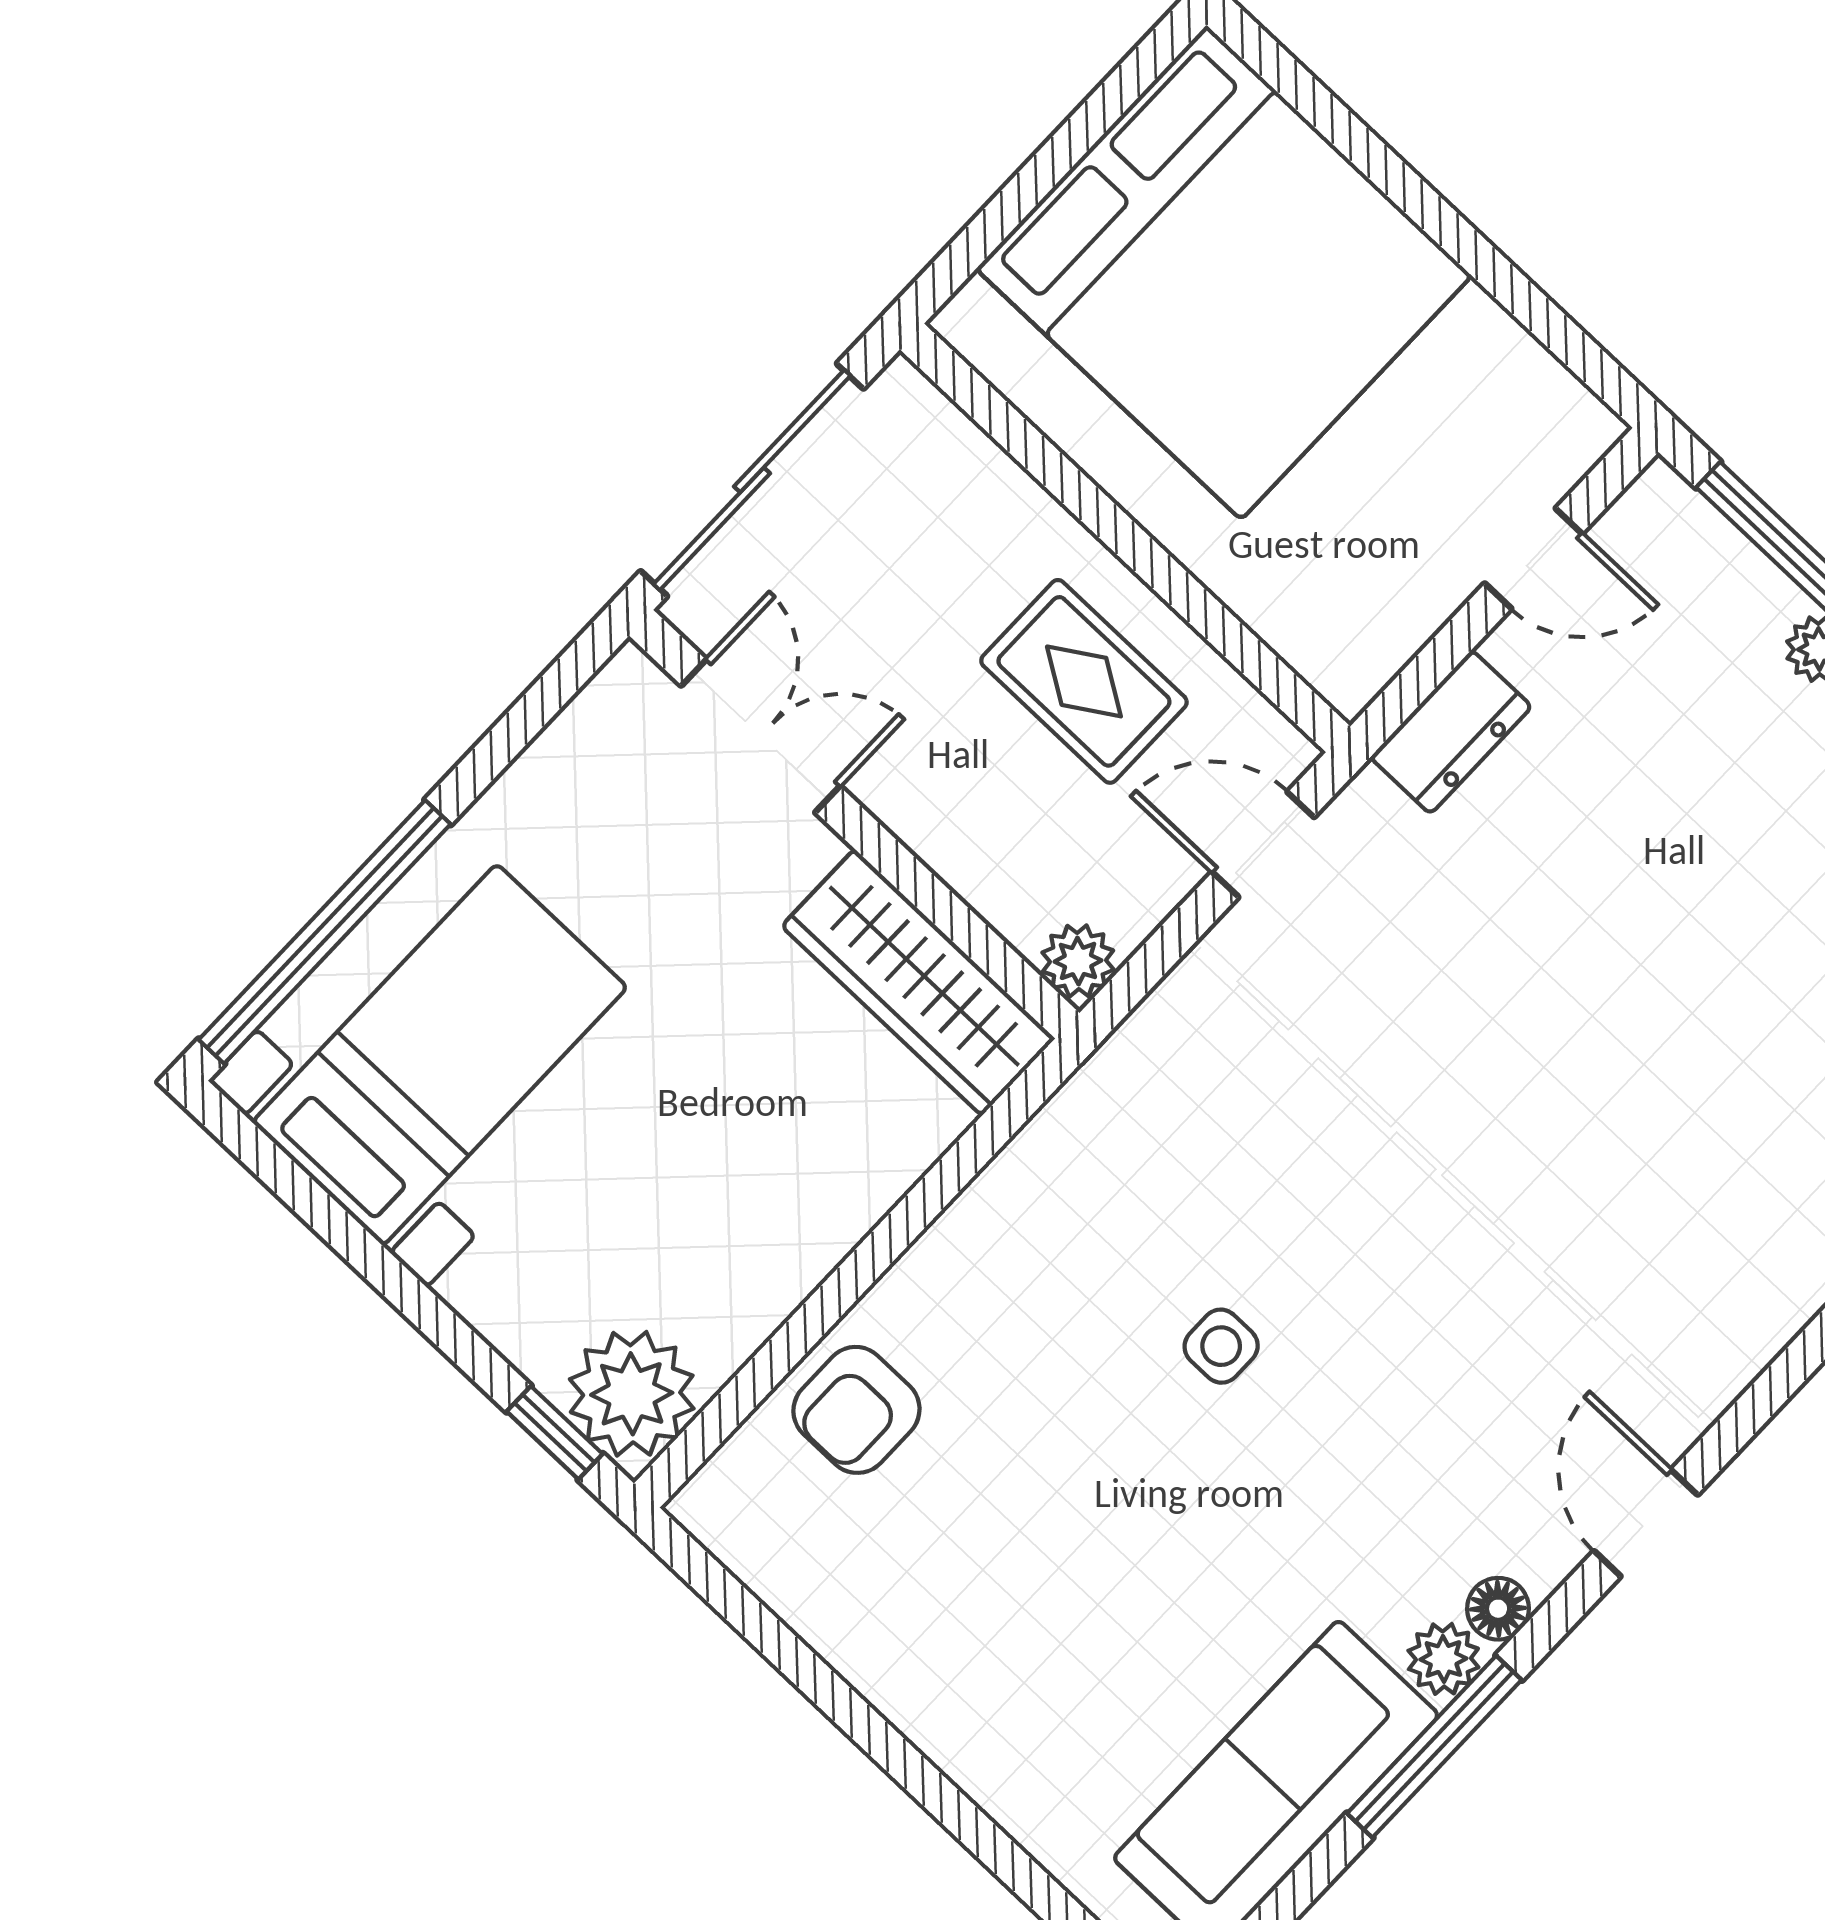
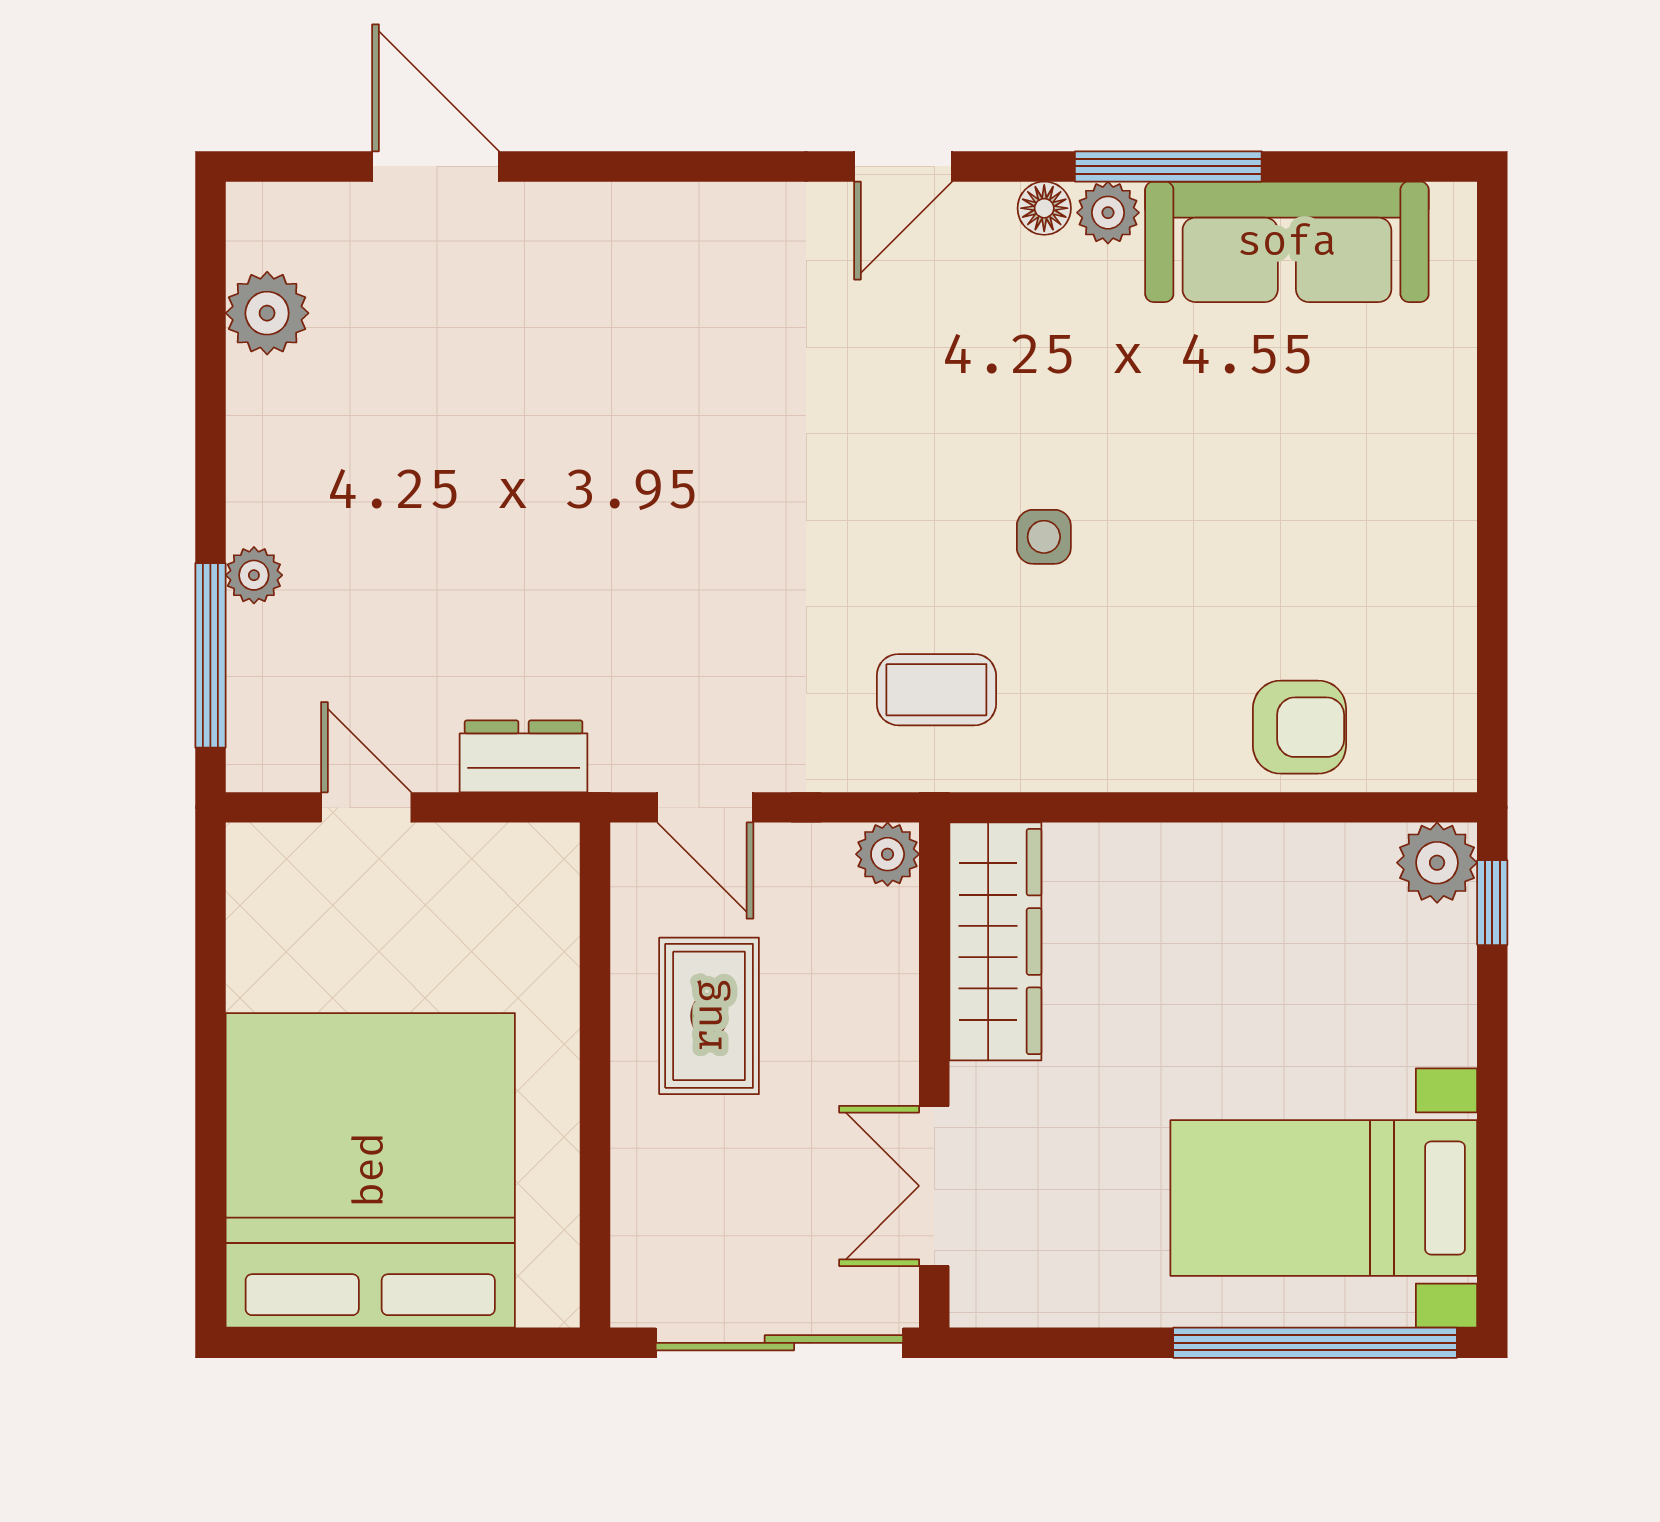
coffee table: (1178, 1134) -> (936, 690), added
plant: (632, 1394) -> (1437, 863), width x0.73, depth x0.73

